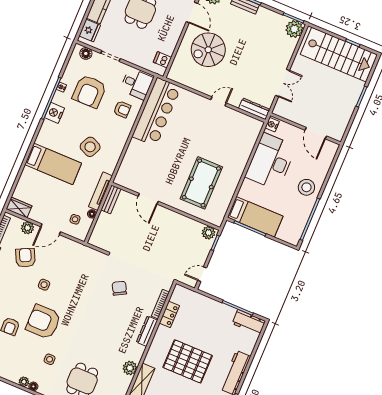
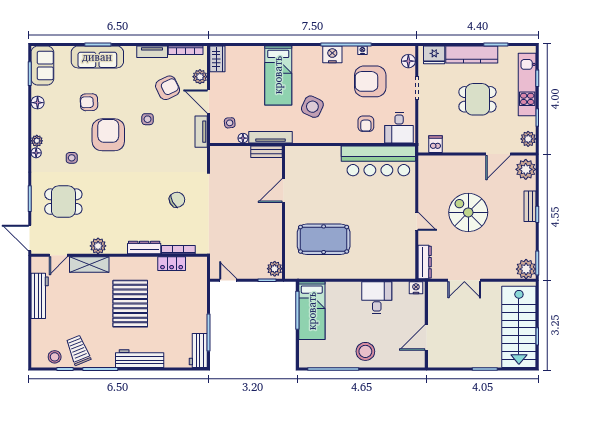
spiral stairs: (208, 50) -> (468, 212), moved
desk: (271, 161) -> (377, 298), width x0.53, depth x0.77
tv unit: (72, 245) -> (201, 132), added

